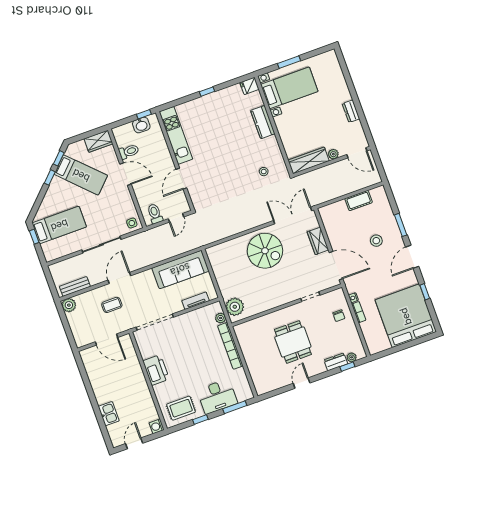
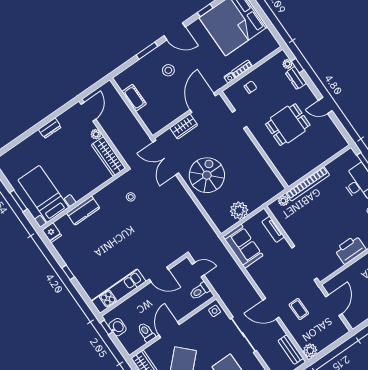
sofa: (180, 269) -> (243, 246), width x0.73
plant: (235, 307) -> (239, 211), moved

